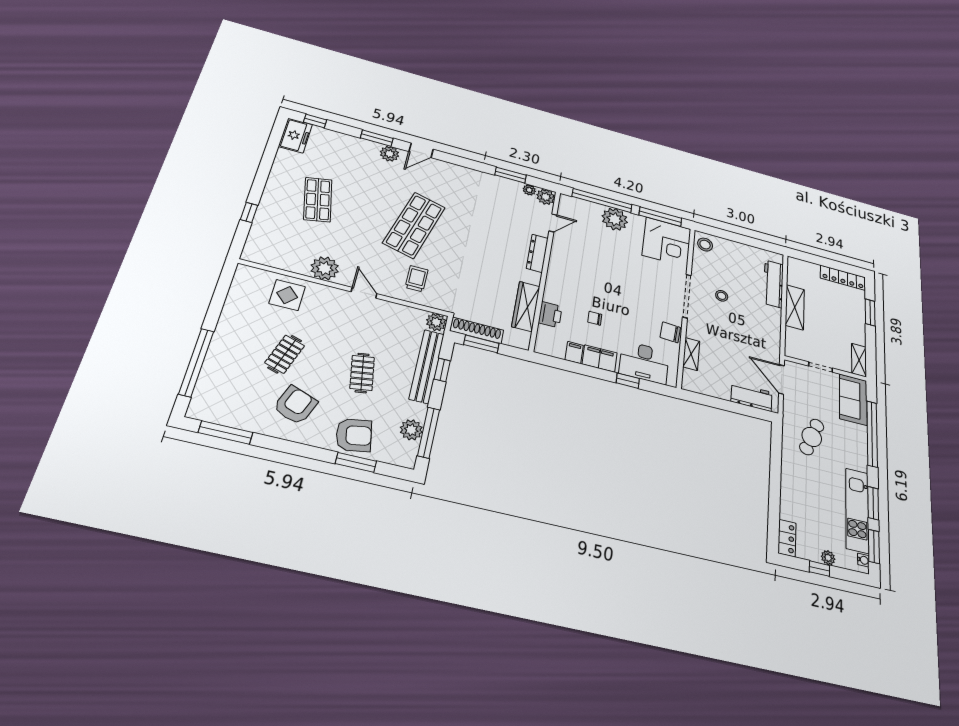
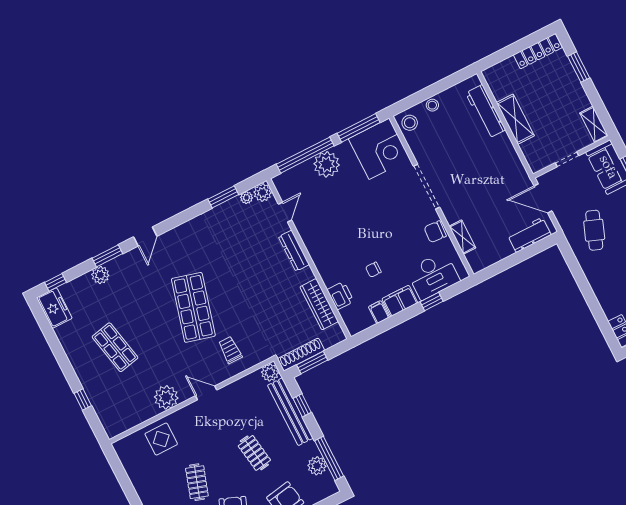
plant: (389, 154) -> (100, 275), moved
stool: (722, 296) -> (432, 105), moved

